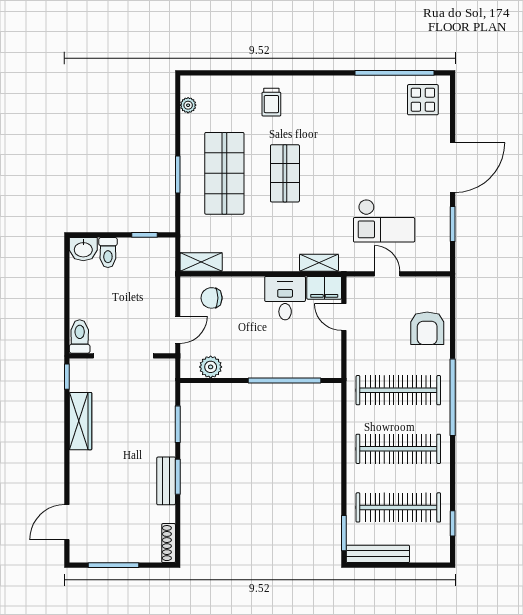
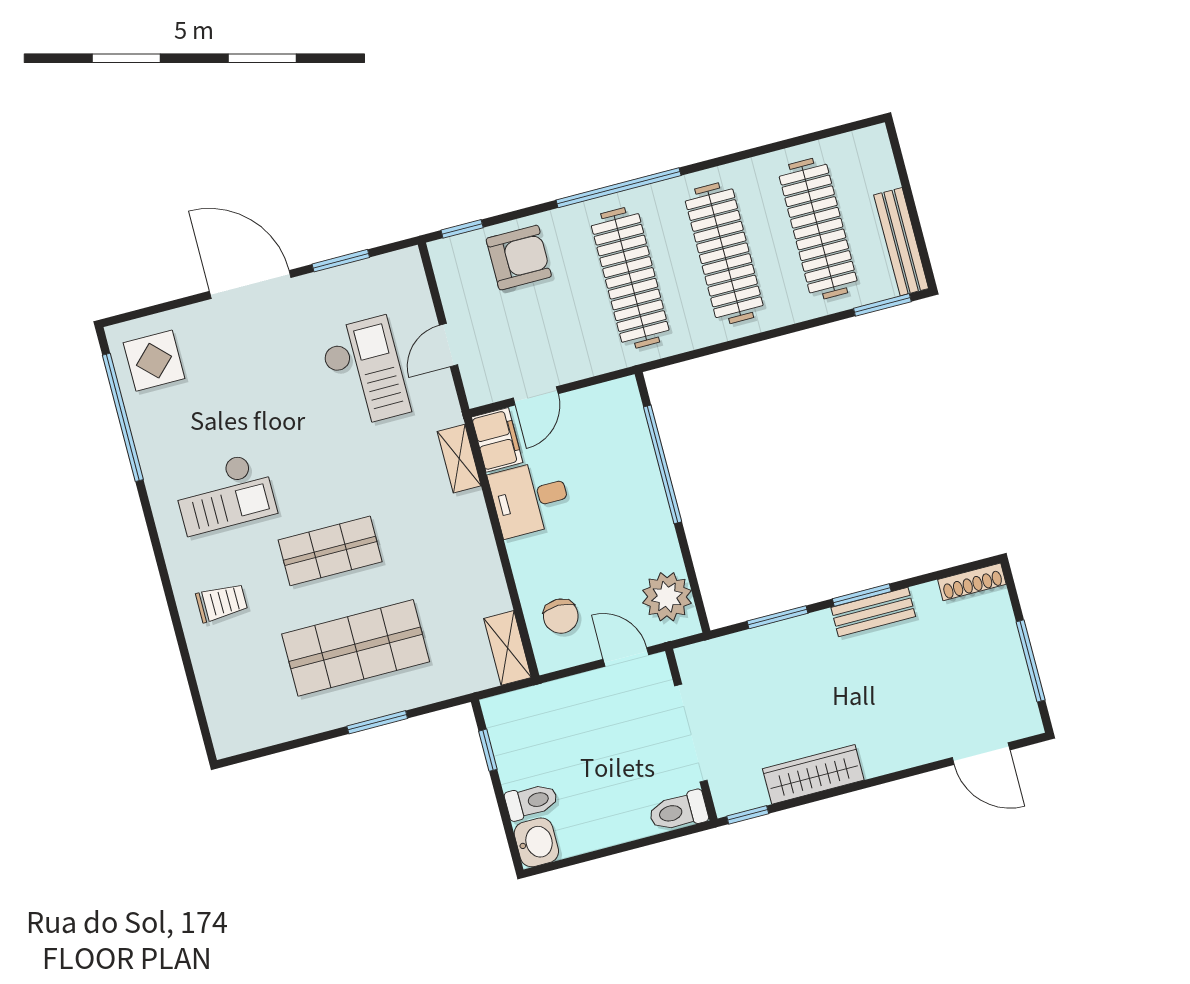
plant: (188, 105) -> (262, 735), removed
checkout: (335, 121) -> (225, 494), added
plant: (211, 367) -> (667, 597), width x1.36, depth x1.36
window: (453, 523) -> (462, 229), moved

